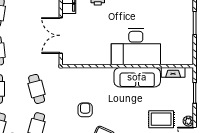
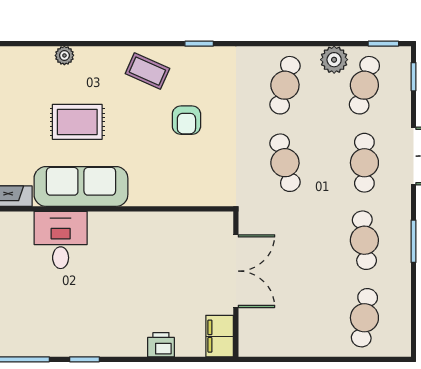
desk: (136, 47) -> (61, 240), width x0.53, depth x0.77
rug: (161, 119) -> (77, 122), moved

